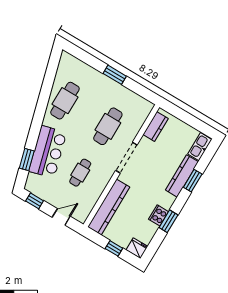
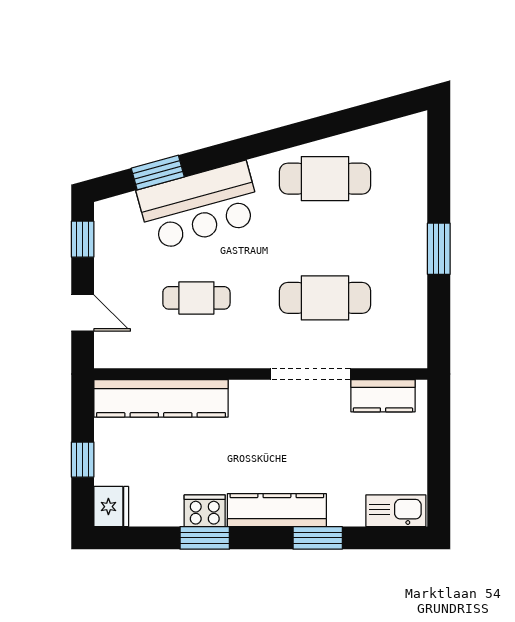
doorway: (126, 158) -> (310, 374), moved
kitchen counter: (182, 176) -> (277, 510), moved

